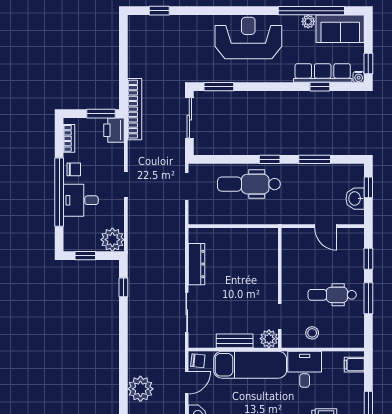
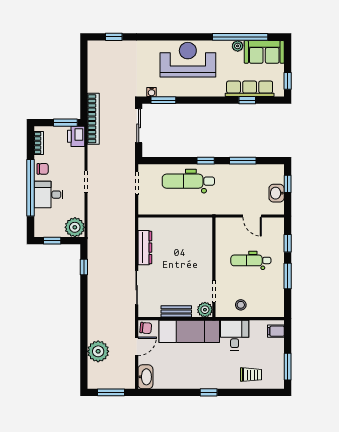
water cooler: (359, 77) -> (152, 92), moved
dental chair: (332, 295) -> (251, 260), moved

